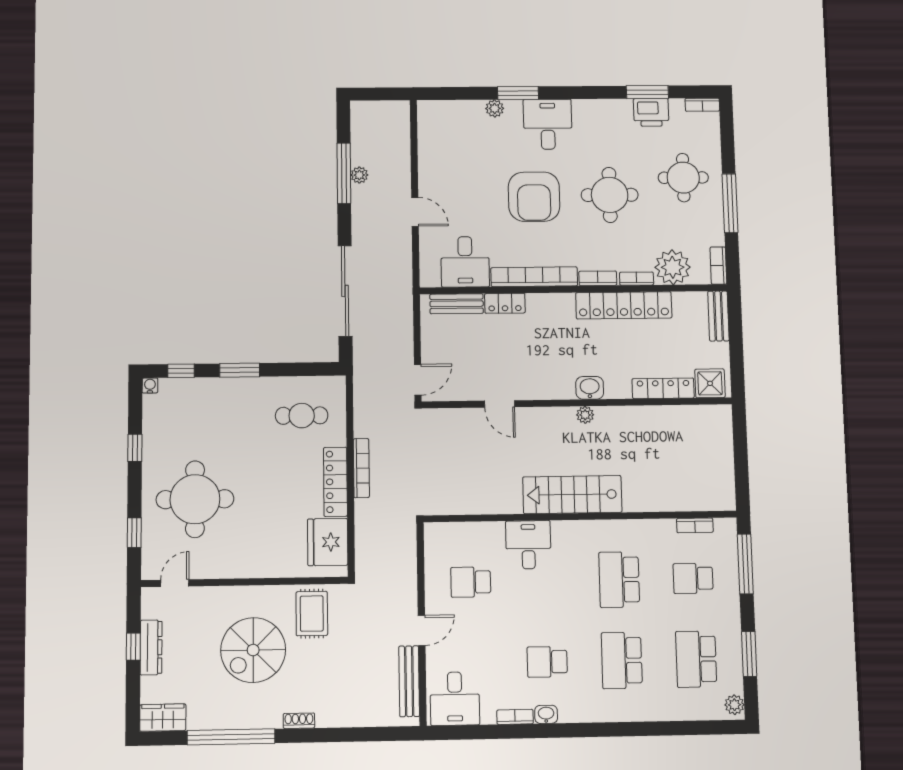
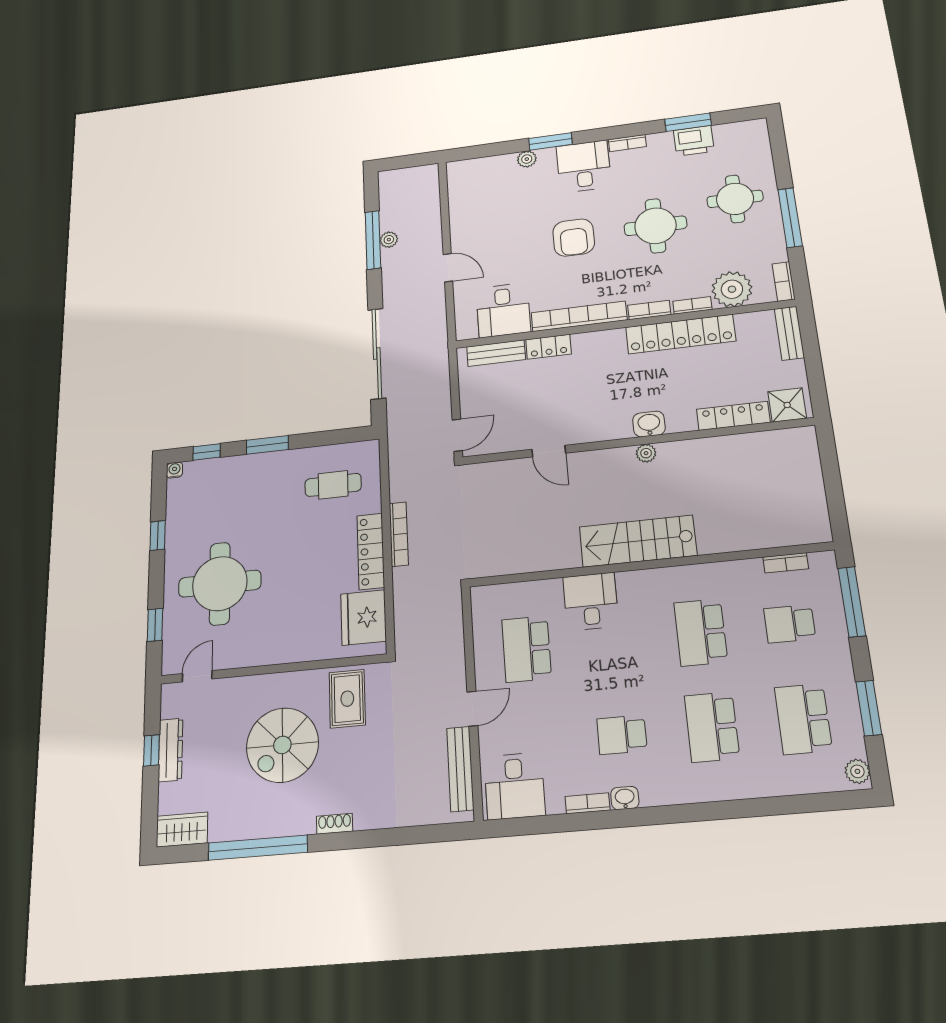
bookcase: (702, 105) -> (627, 143), moved
armchair: (534, 197) -> (574, 238), width x0.73, depth x0.73
school desk: (471, 582) -> (527, 649), width x1.85

